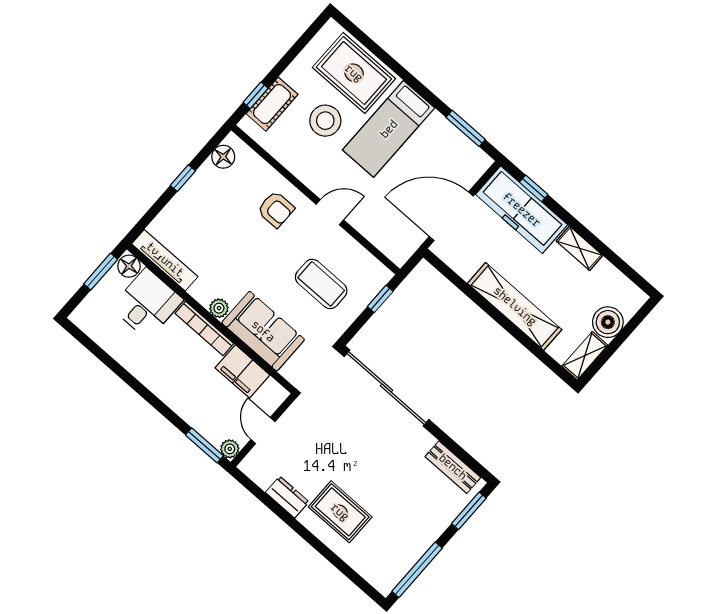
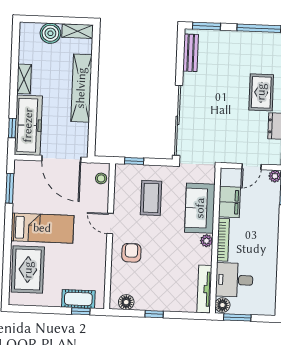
stool: (325, 121) -> (101, 178), moved, width x0.53, depth x0.53

